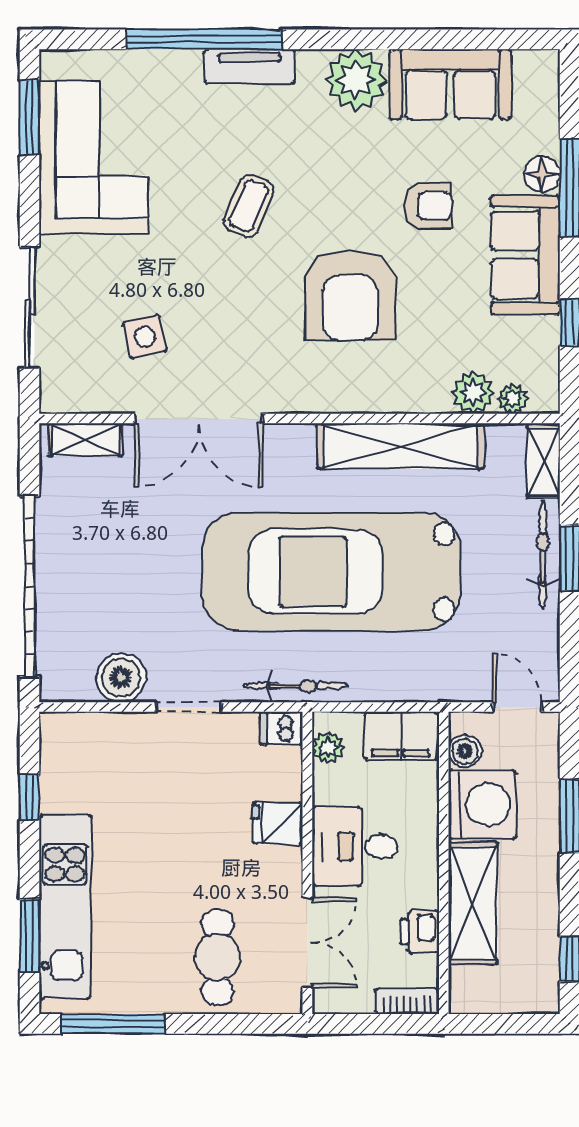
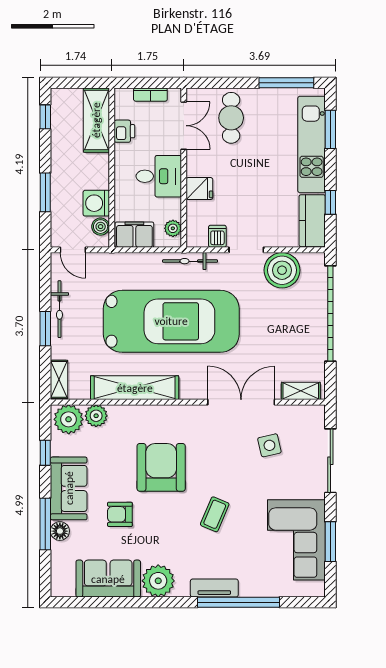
window: (29, 117) -> (330, 542), moved
plant: (513, 399) -> (69, 419), width x1.88, depth x1.88
bicycle: (543, 555) -> (59, 309), moved
boiler: (121, 678) -> (282, 270), width x1.37, depth x1.37
dishwasher: (281, 728) -> (217, 236), moved, turned -90
kitchen counter: (64, 762) -> (312, 221), added
washing machine: (482, 805) -> (96, 203), width x0.73, depth x0.73
shelving: (473, 903) -> (96, 120), moved
double door: (307, 943) -> (184, 126), swing flipped
bookcase: (407, 1001) -> (150, 95), moved

